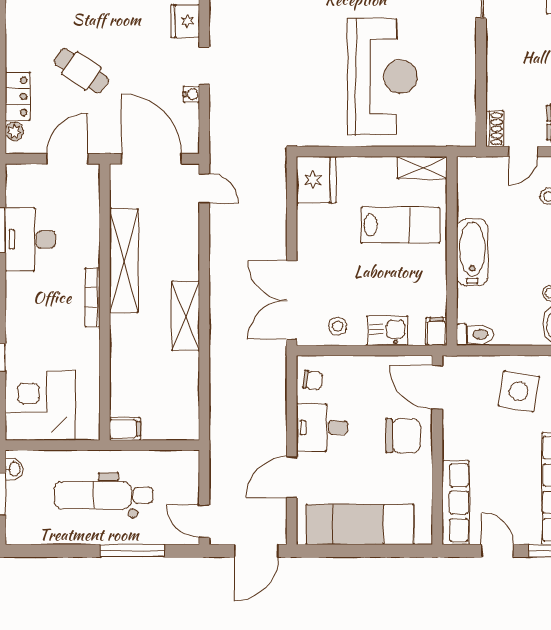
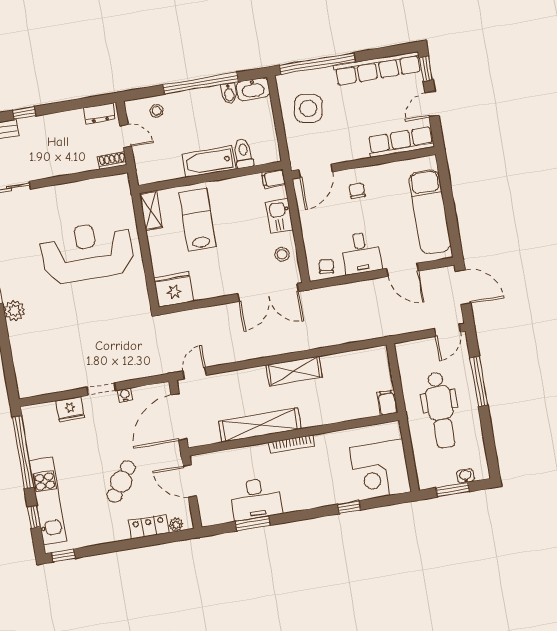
toilet: (475, 334) -> (244, 153), moved
chair: (403, 436) -> (357, 191), width x0.54, depth x0.54
washbasin: (14, 469) -> (465, 476), moved

